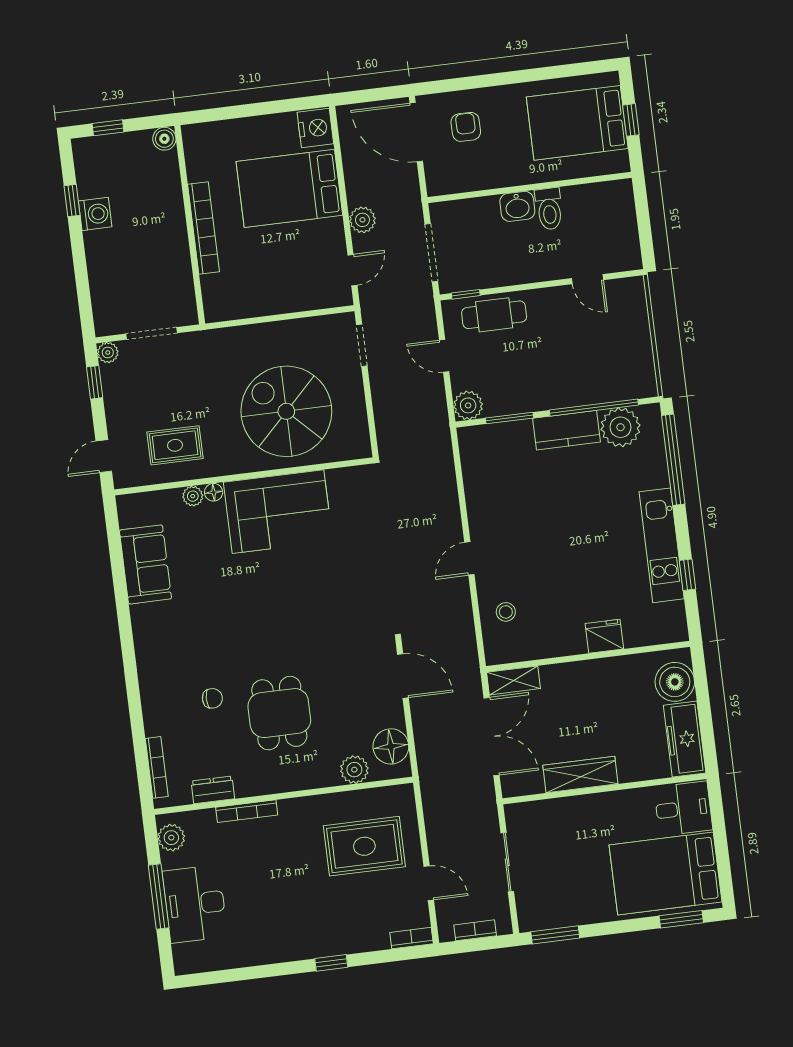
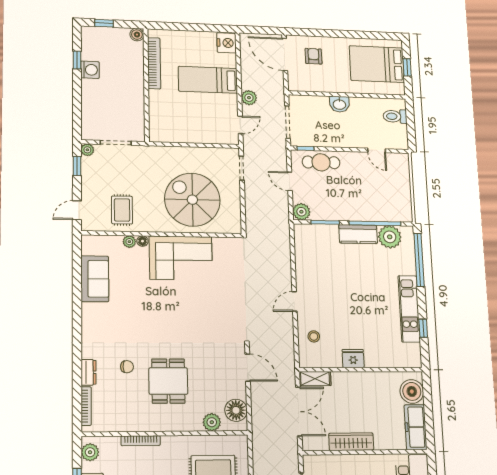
bed: (289, 188) -> (208, 80), width x0.67
toilet: (549, 209) -> (395, 116), moved, turned 90
bookcase: (204, 228) -> (154, 63), moved
rug: (175, 445) -> (122, 210), turned 90
fridge: (604, 636) -> (353, 359), moved
dresser: (213, 790) -> (89, 372), moved, turned 90

